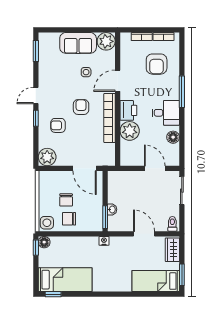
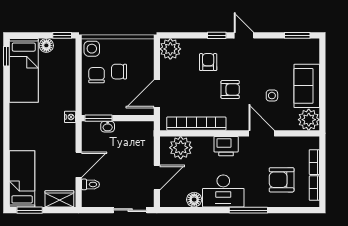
desk: (166, 113) -> (223, 191), width x1.37
bookcase: (110, 118) -> (196, 124), moved
plant: (130, 131) -> (181, 148), moved
toilet: (172, 224) -> (90, 184), moved
floor lamp: (44, 242) -> (46, 45), moved

